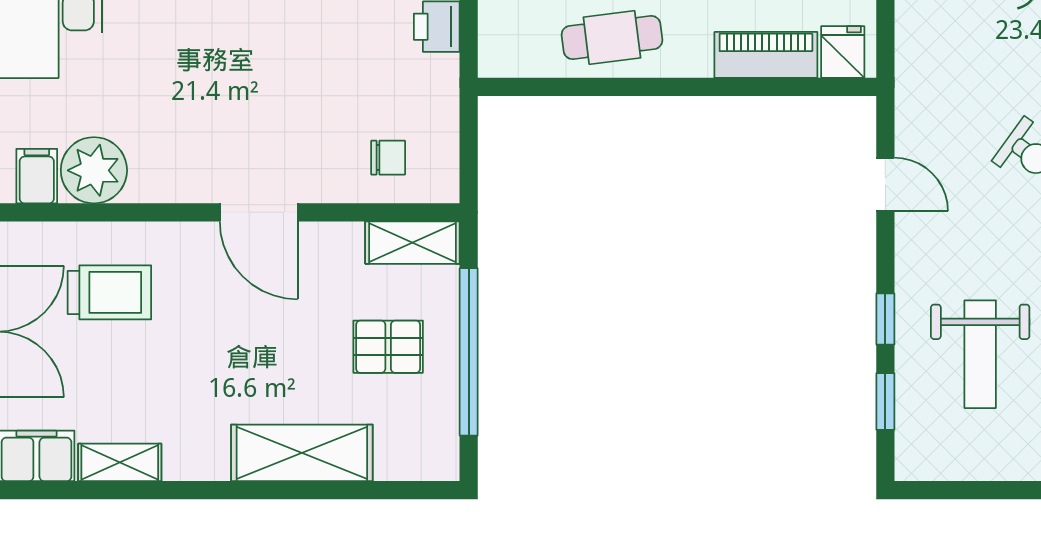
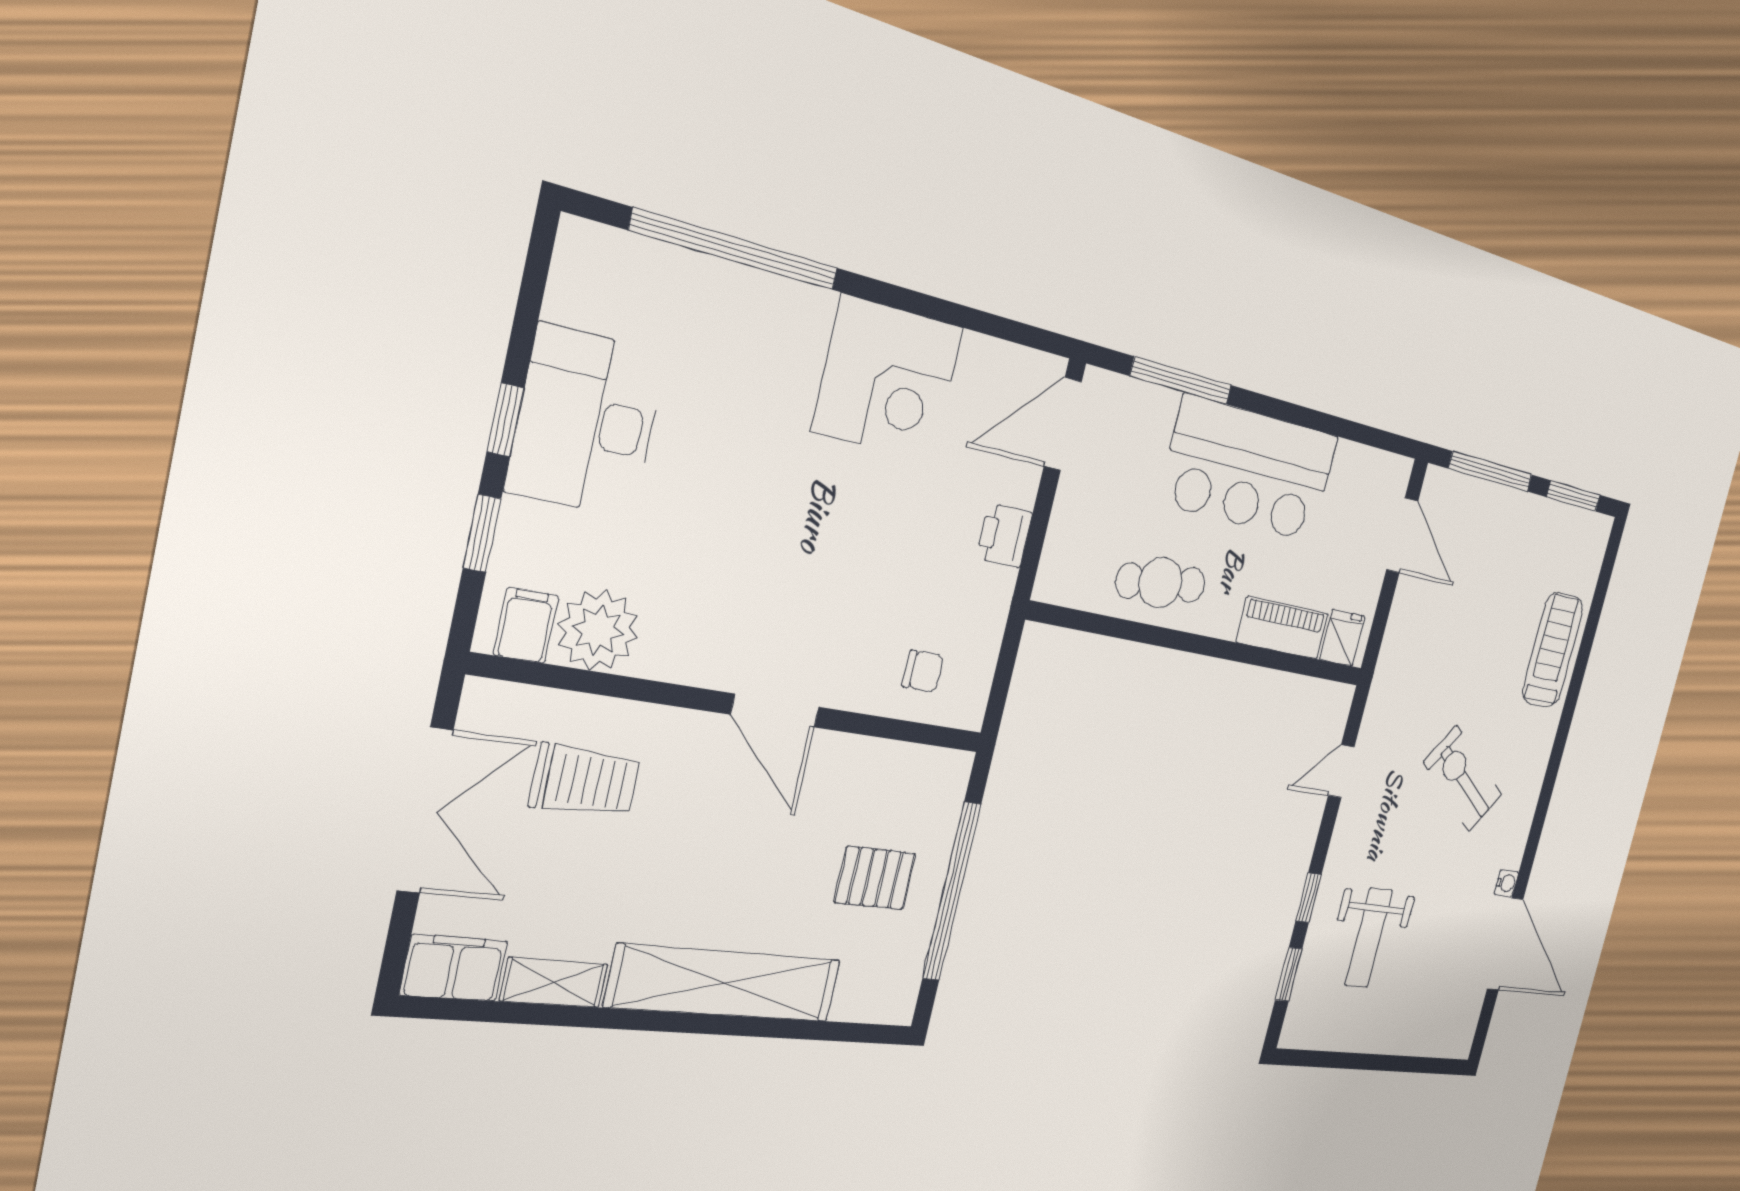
door: (885, 184) -> (1341, 771), swing flipped
shelving: (412, 243) -> (925, 768), removed
shelving: (302, 453) -> (725, 983), width x1.47

